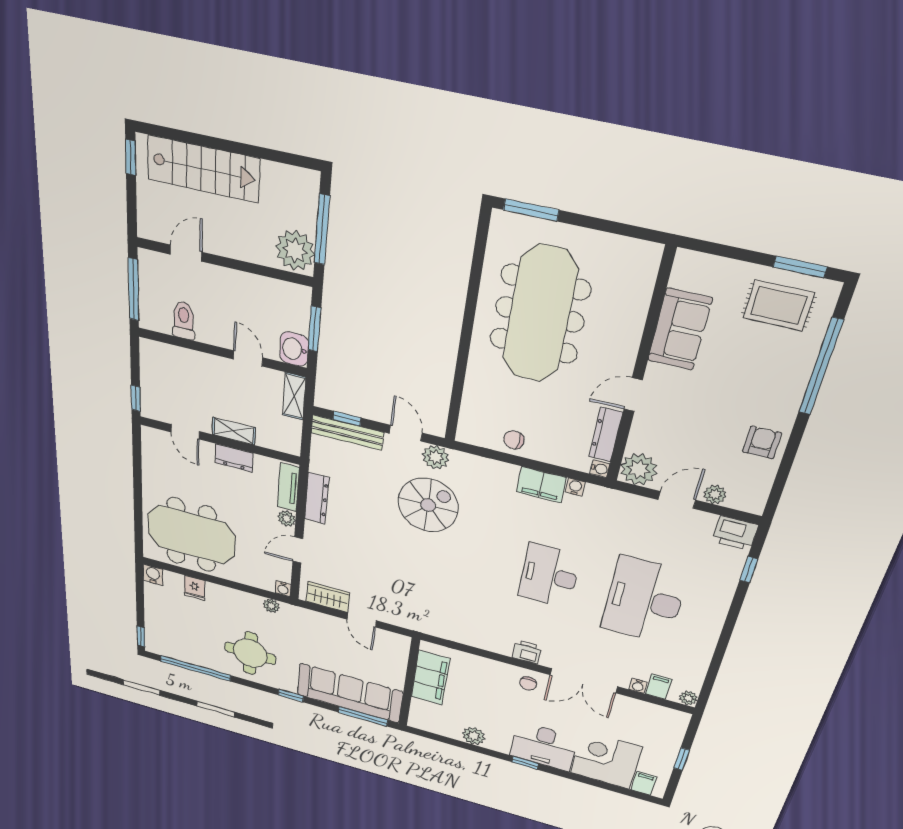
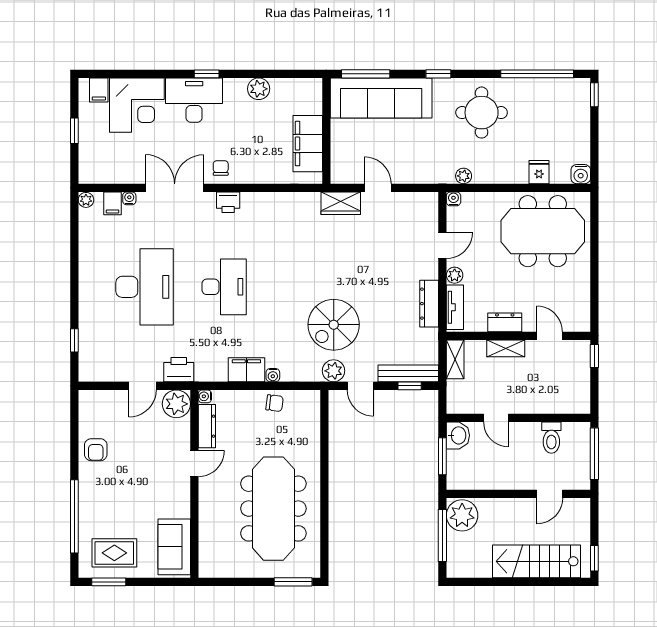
sofa: (680, 329) -> (174, 547), moved
shelving: (294, 396) -> (455, 359), moved
water cooler: (575, 487) -> (273, 375), moved
plant: (715, 495) -> (116, 398), removed
printer: (735, 533) -> (179, 370), moved
wardrobe: (328, 597) -> (341, 203), moved

